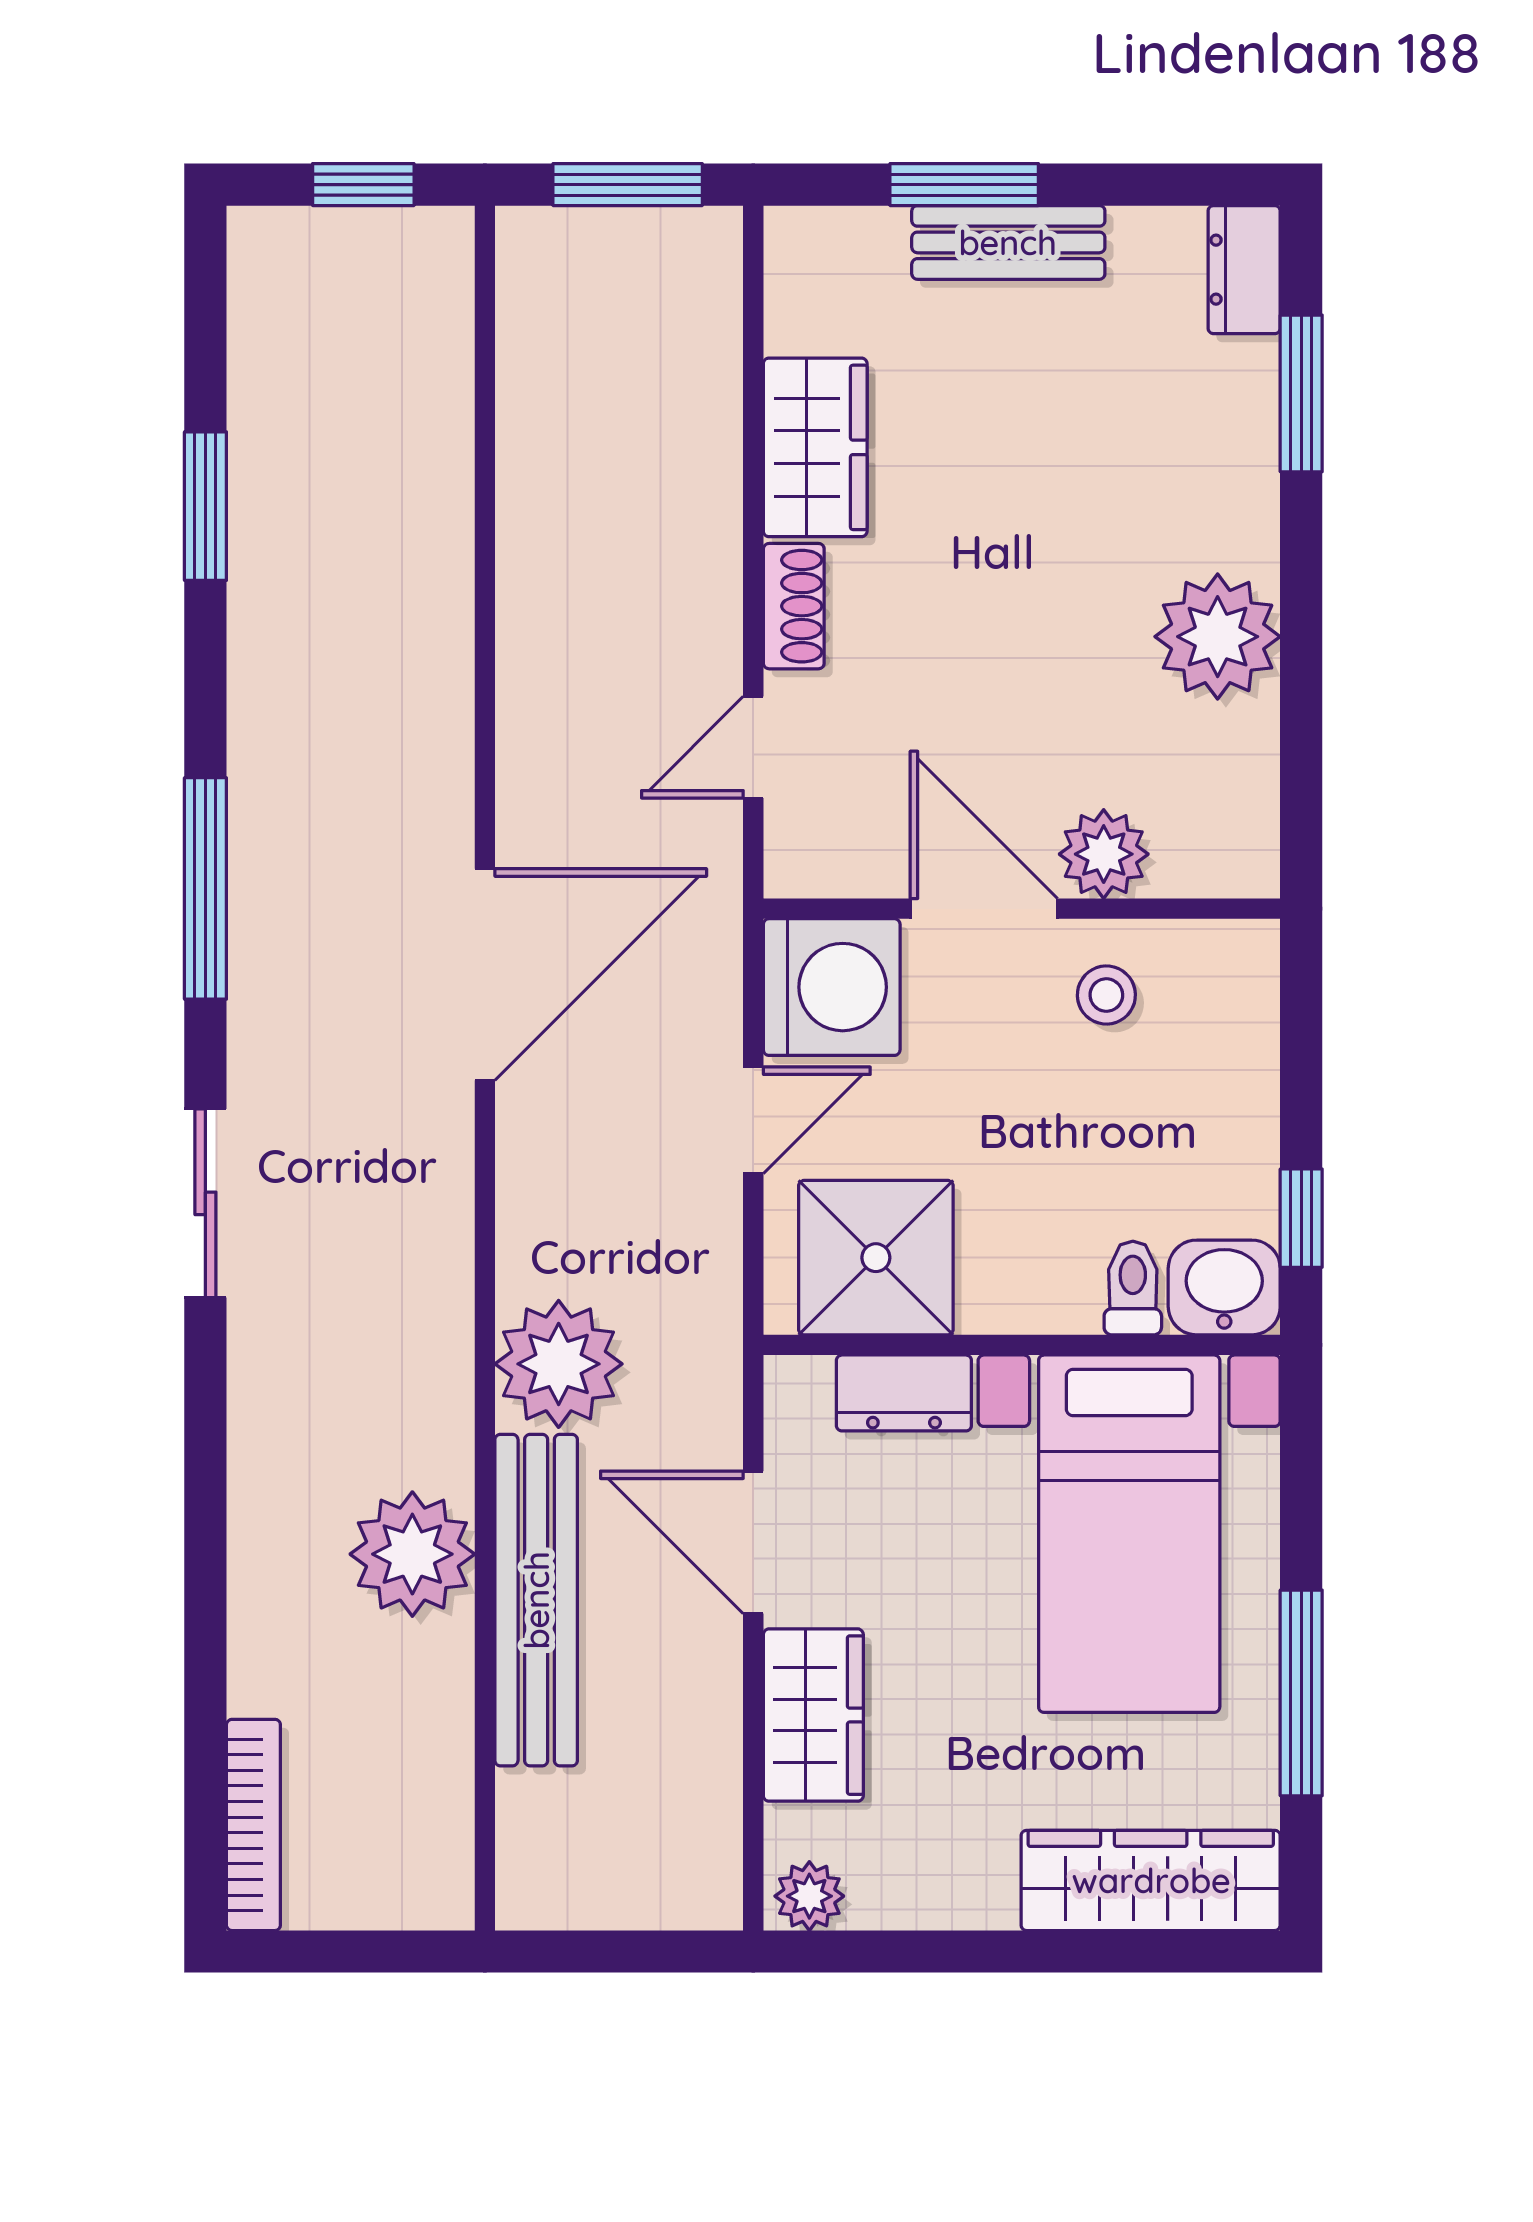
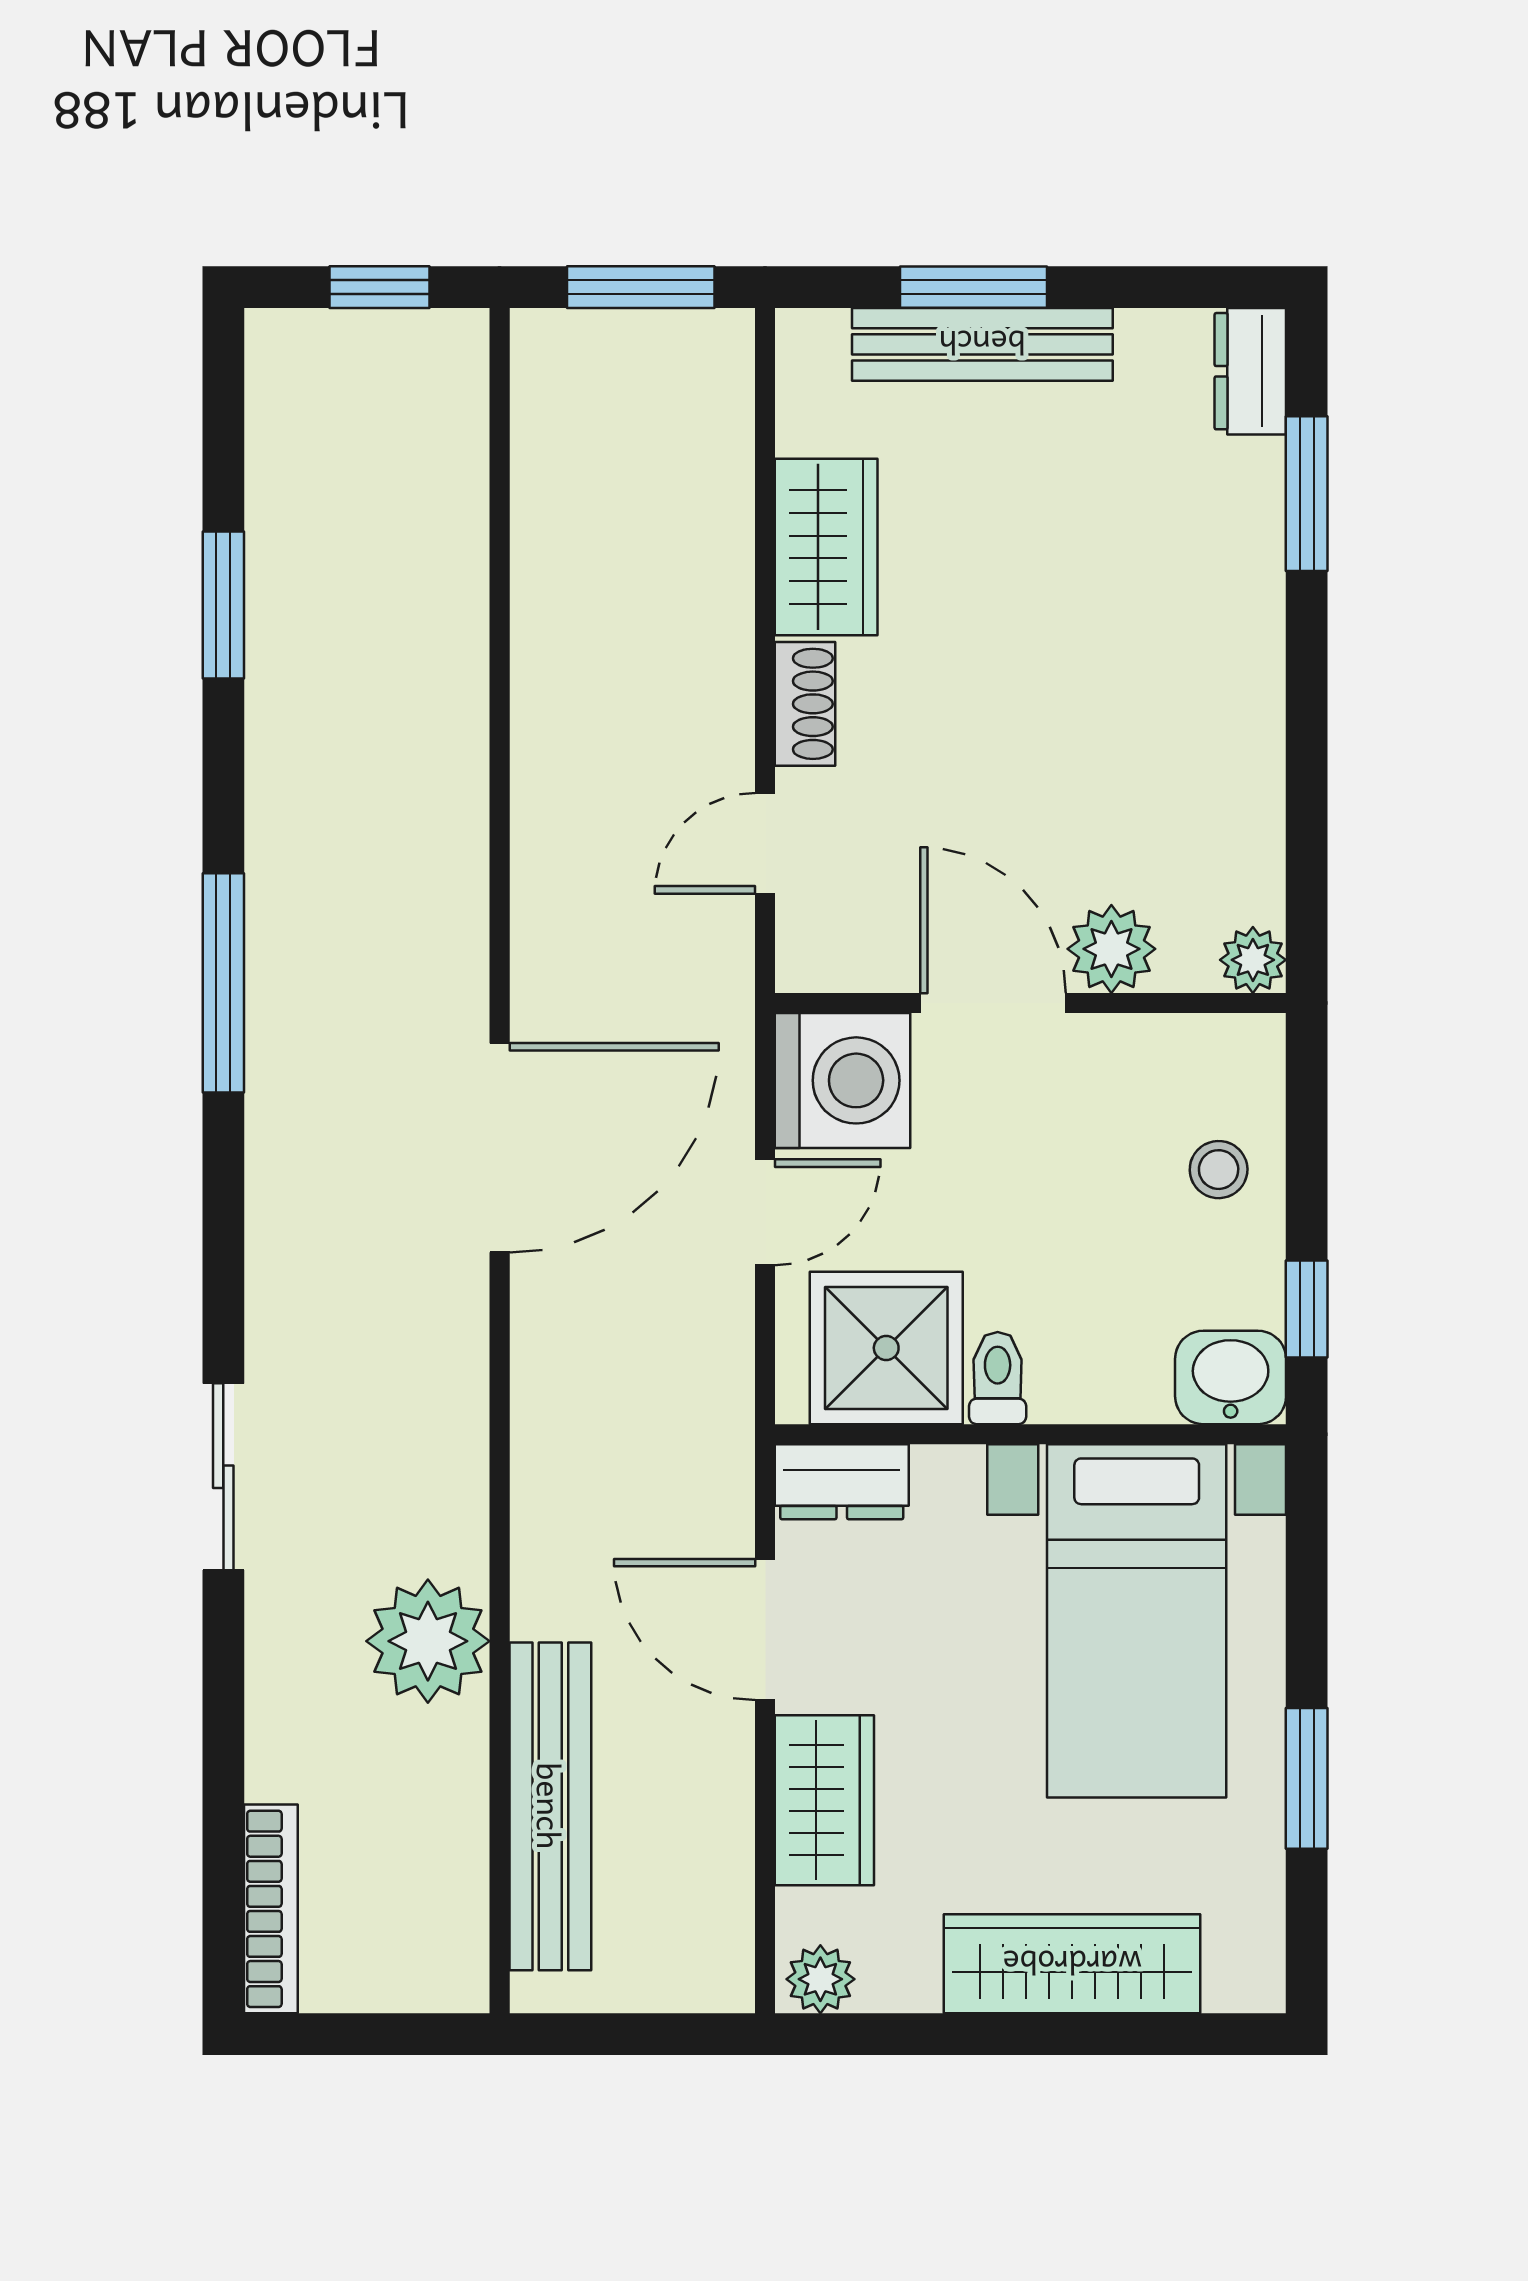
bench: (1008, 242) -> (982, 344), width x1.36
plant: (1218, 637) -> (1253, 960), moved, width x0.53, depth x0.53
door: (485, 975) -> (500, 1148), moved
stool: (1106, 995) -> (1219, 1170), moved
sliding door: (205, 1203) -> (223, 1477), moved
toilet: (1133, 1288) -> (998, 1378), moved
plant: (559, 1364) -> (572, 1453), removed
dresser: (904, 1393) -> (842, 1482), moved
bench: (536, 1600) -> (550, 1806), moved
window: (1301, 1693) -> (1307, 1778), width x0.69
wardrobe: (1151, 1880) -> (1072, 1964), moved

